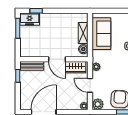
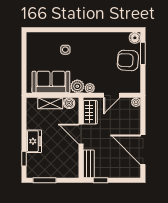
freezer: (30, 19) -> (34, 141), moved
door: (57, 59) -> (81, 134), swing flipped
plant: (98, 104) -> (77, 86), moved

